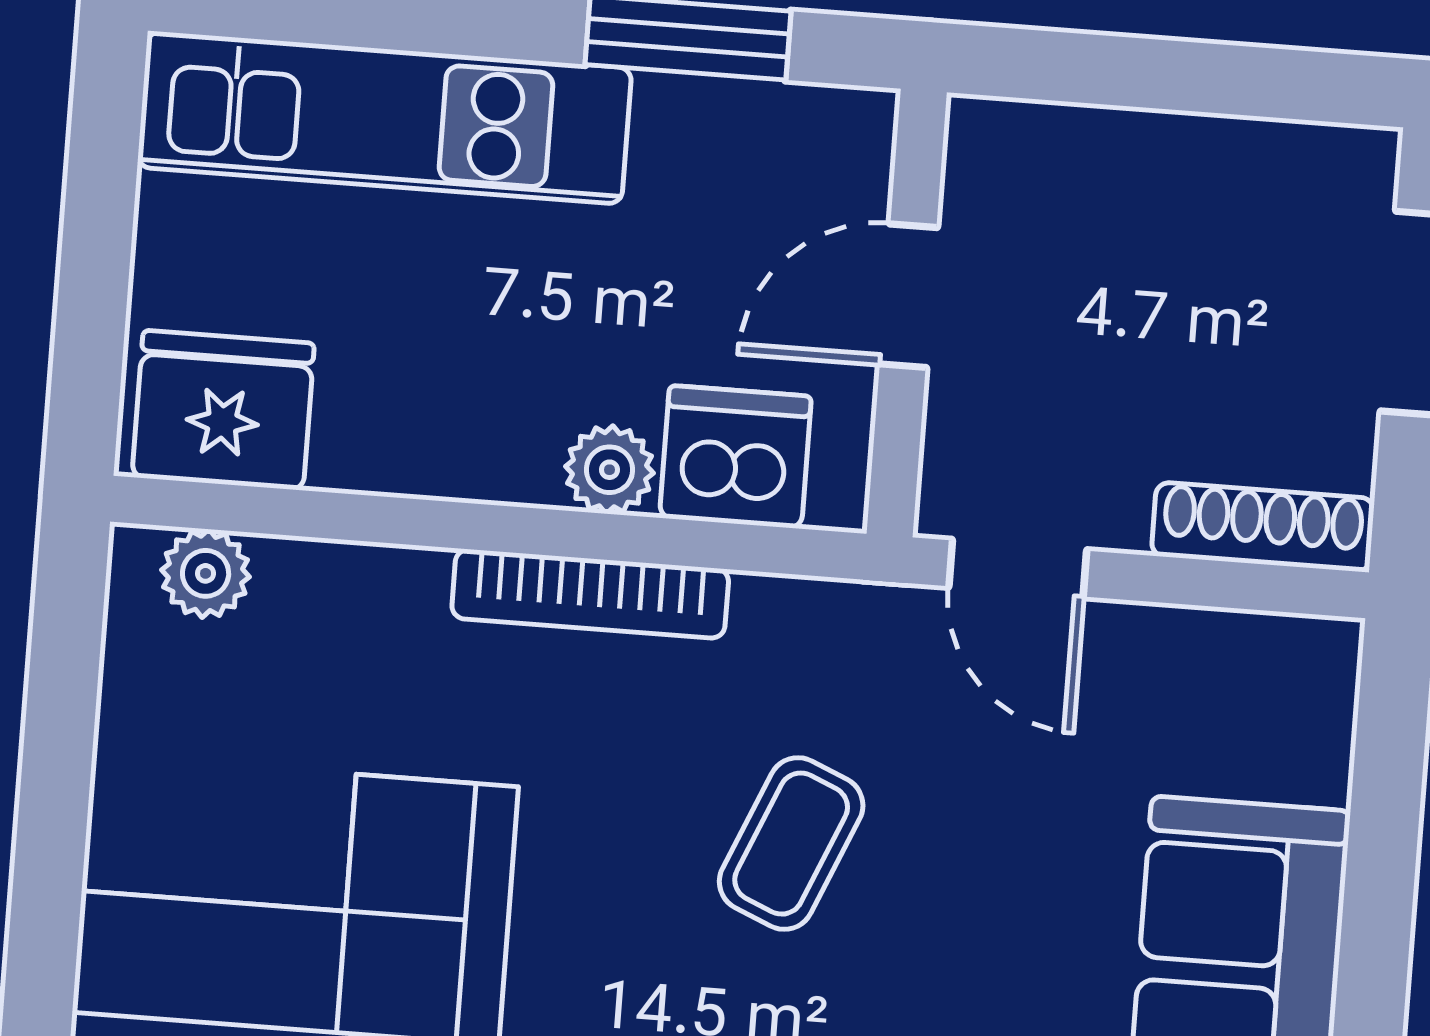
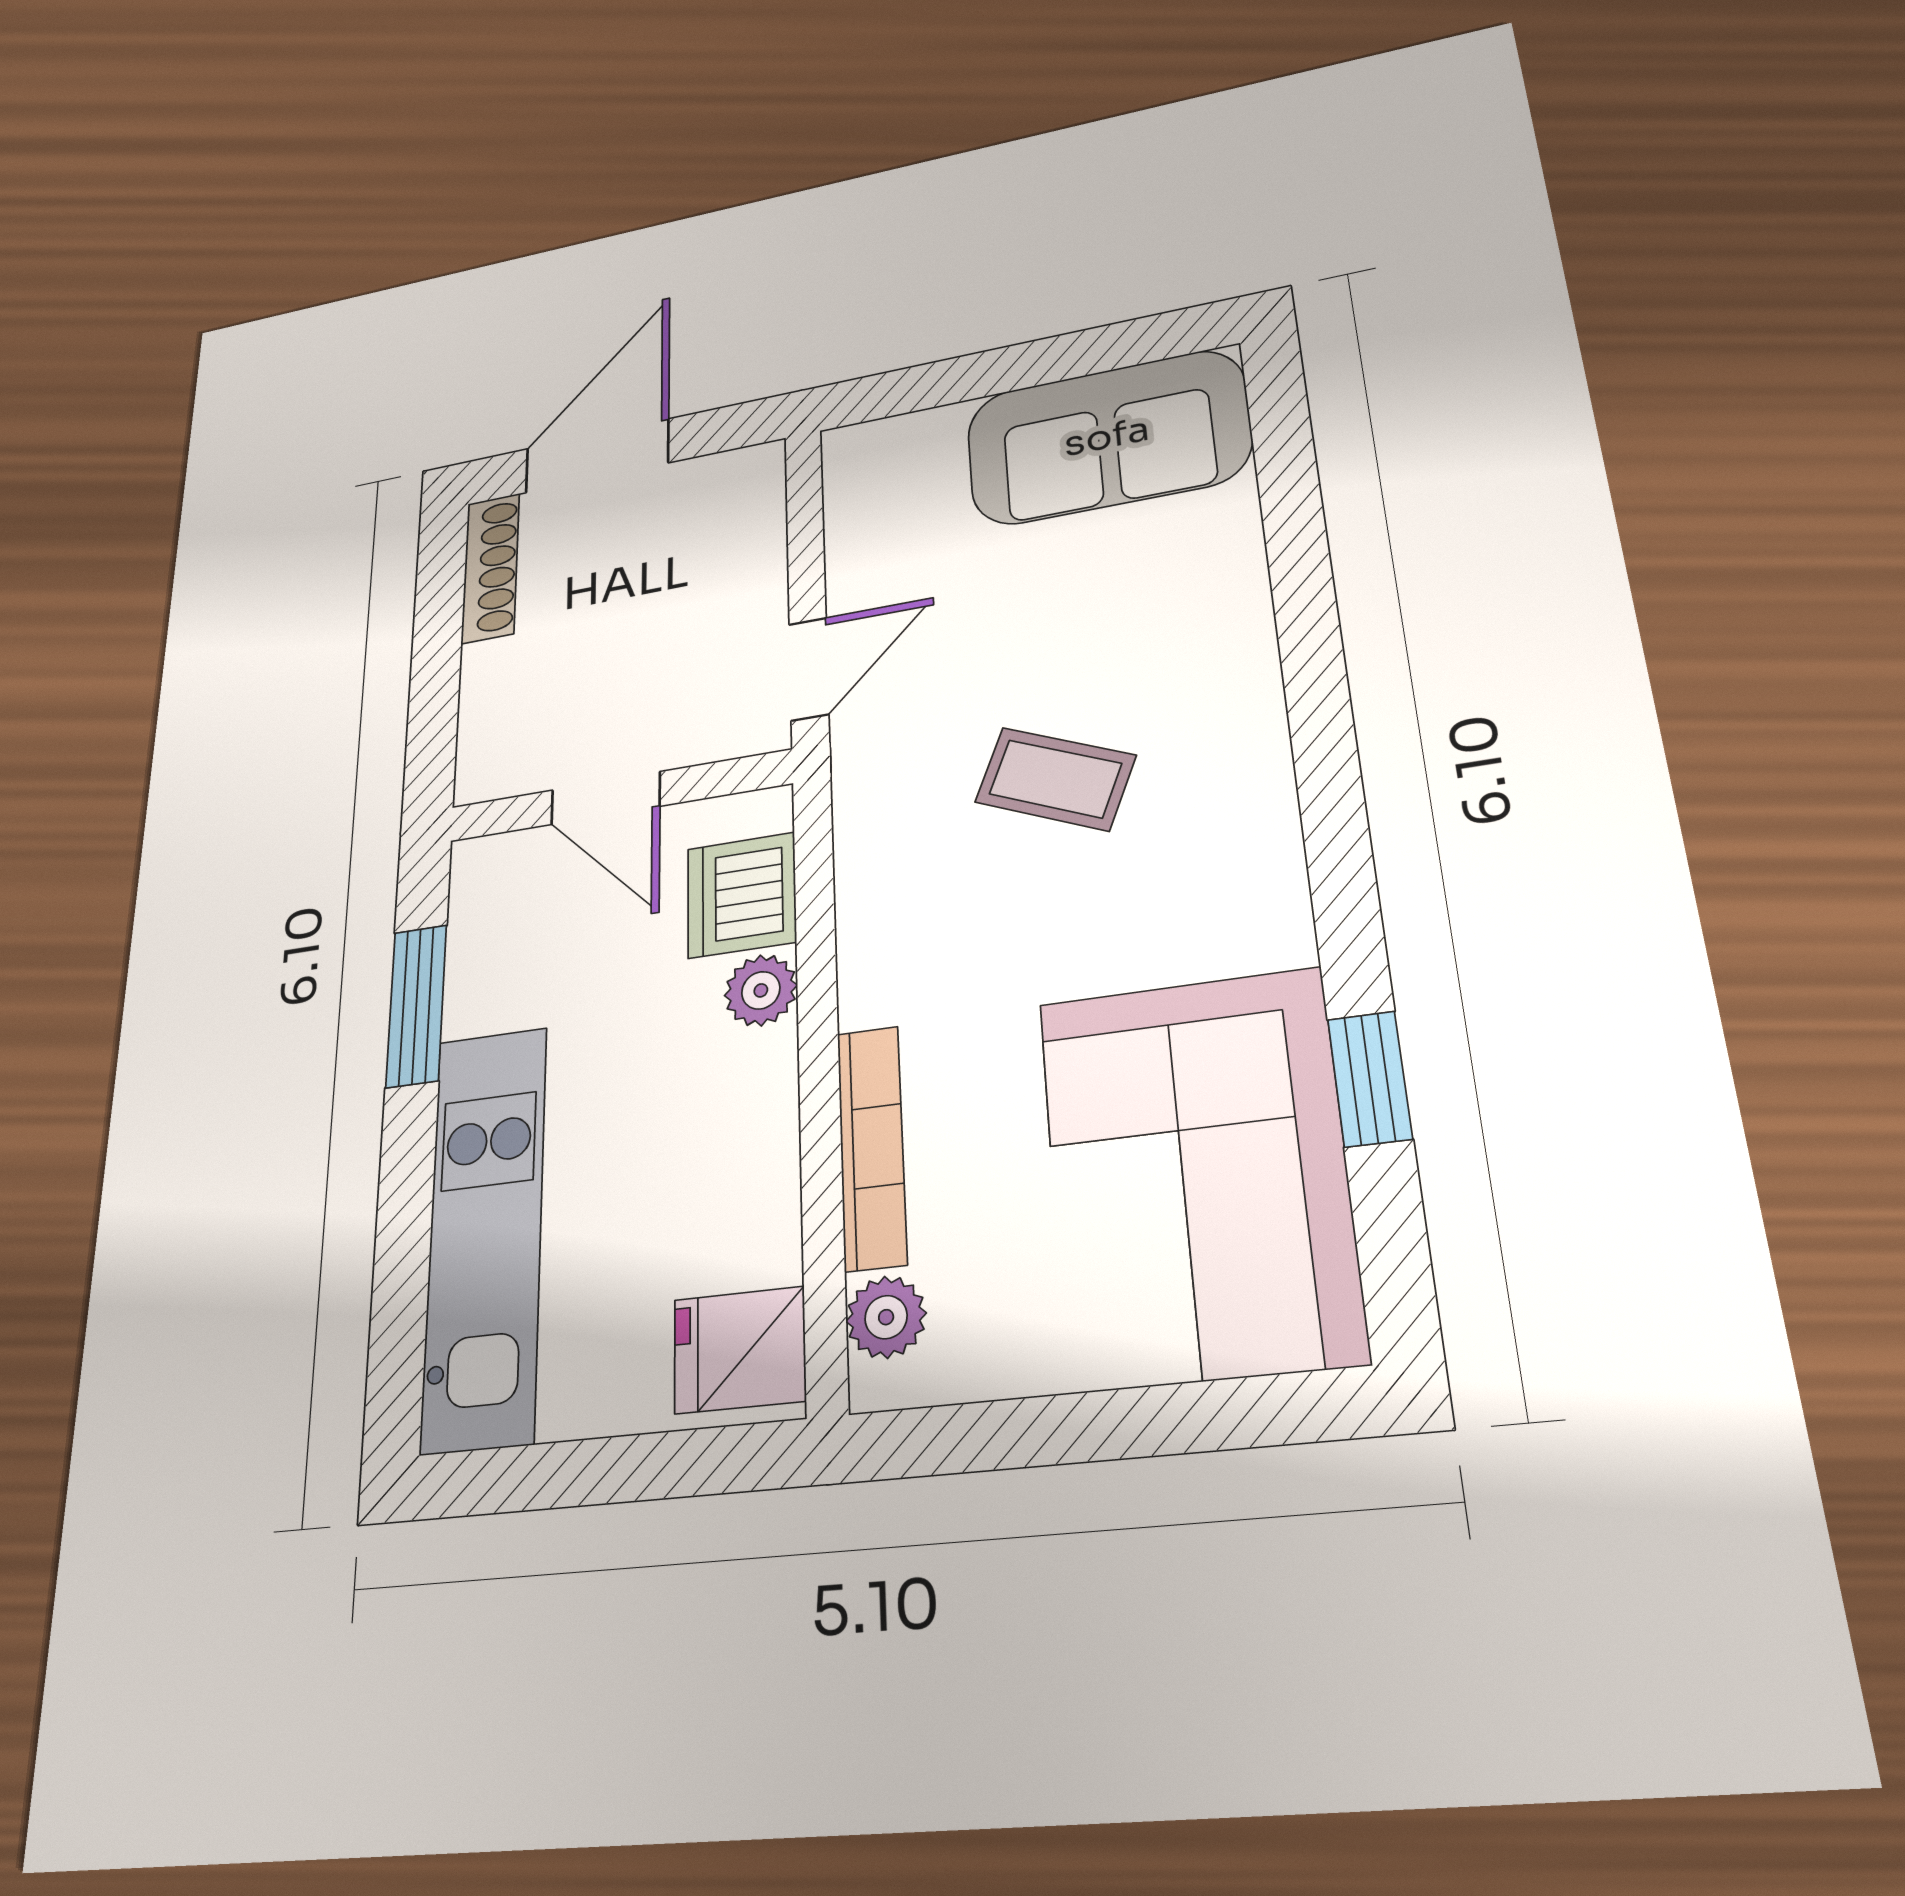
fridge: (223, 410) -> (739, 1350), width x0.72
shoe rack: (1263, 527) -> (491, 568), moved, turned 180
bookcase: (590, 594) -> (872, 1147), moved

